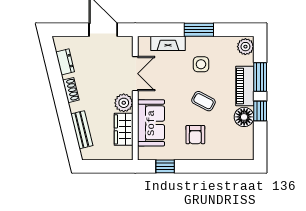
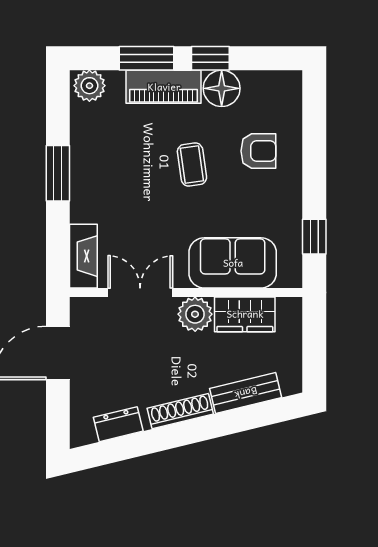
fireplace: (168, 43) -> (83, 256), moved
side table: (201, 64) -> (123, 169), removed
shoe rack: (71, 90) -> (180, 411), width x1.43
coffee table: (203, 101) -> (192, 164), turned -36
armchair: (195, 135) -> (258, 151), moved

